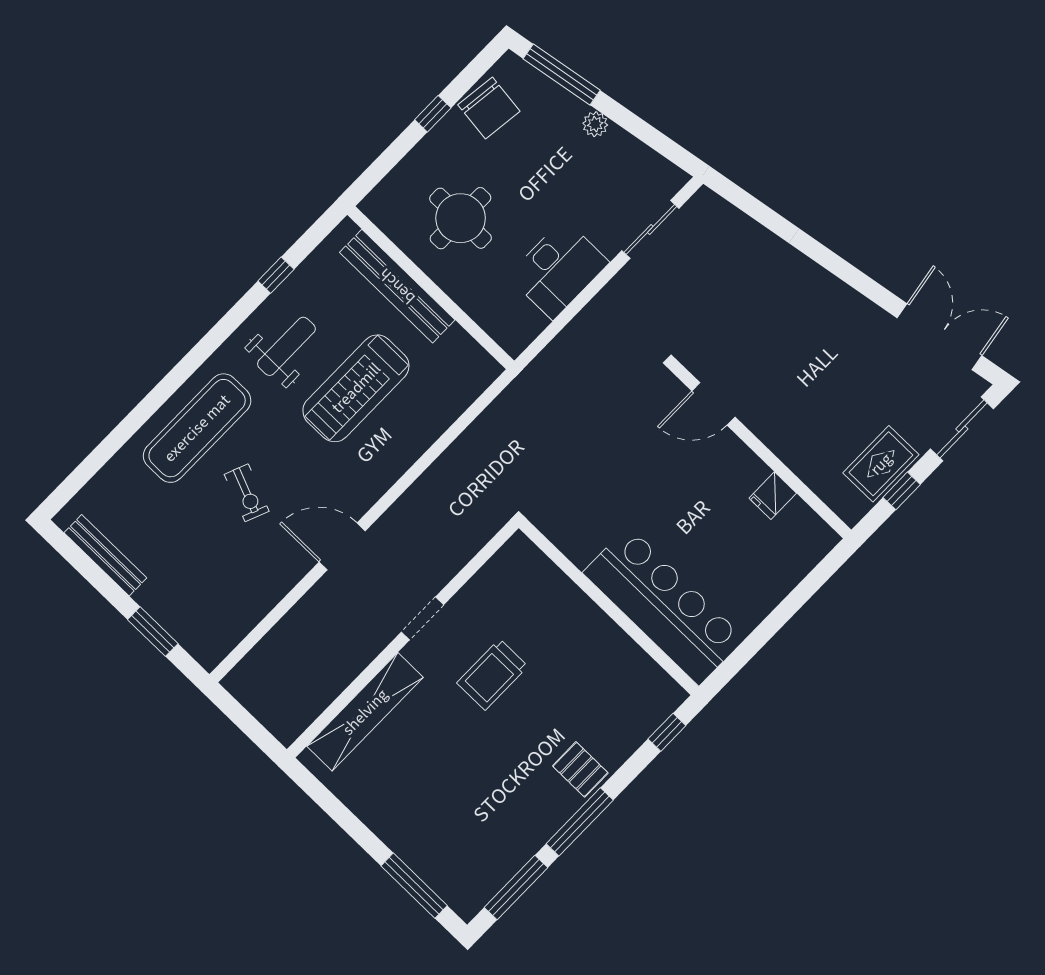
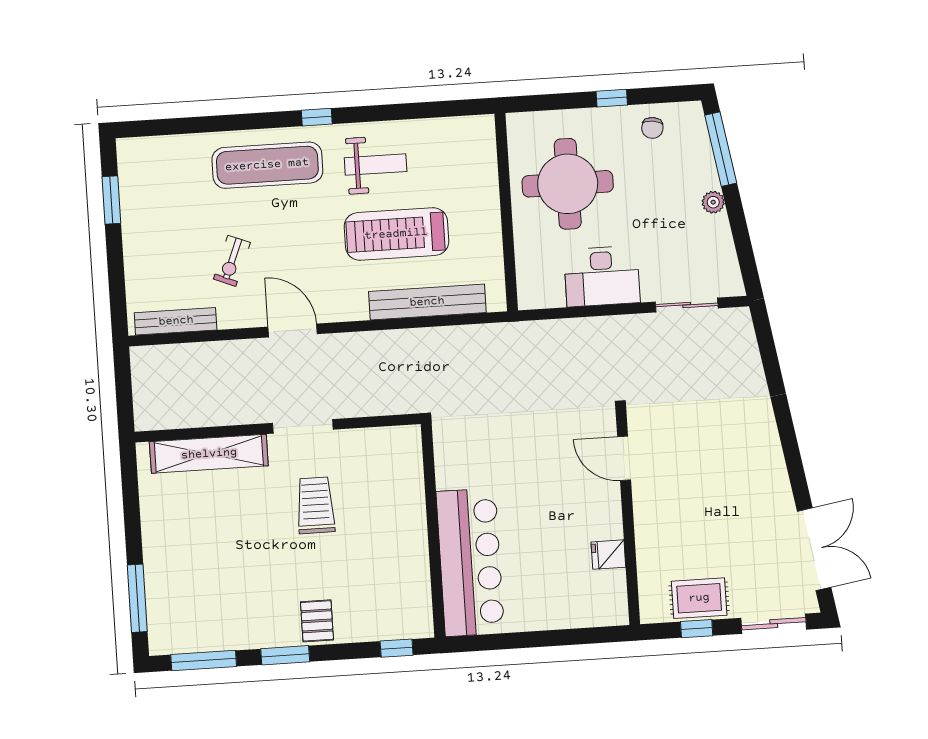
chair: (489, 108) -> (652, 128), width x0.54, depth x0.54
round table: (461, 218) -> (568, 184), width x1.36, depth x1.36
window: (276, 275) -> (317, 117), moved
bench: (397, 286) -> (427, 302), moved, turned 90
exercise bike: (247, 493) -> (232, 261), moved
bench: (105, 555) -> (176, 321), moved, turned 90
doorway: (423, 618) -> (303, 426), width x1.38
window: (153, 632) -> (111, 200), moved
trolley: (492, 675) -> (315, 505), turned 90
window: (580, 822) -> (285, 655), width x0.69

